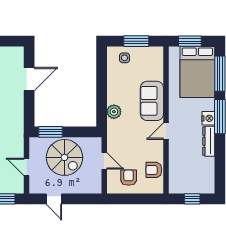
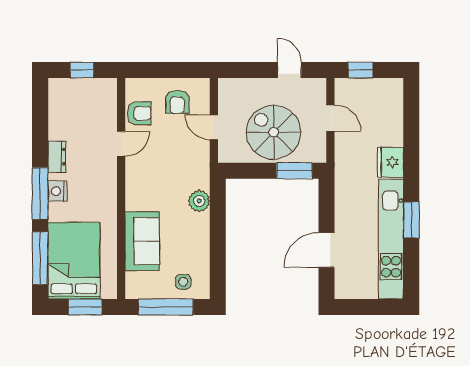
window: (136, 41) -> (166, 307), width x1.44
sofa: (152, 101) -> (142, 241), moved
door: (166, 131) -> (121, 144), moved
dresser: (209, 141) -> (57, 157), width x0.70

